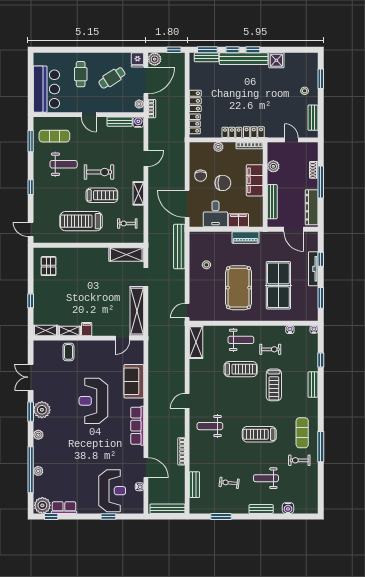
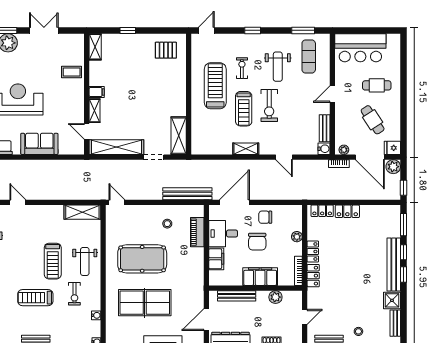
bench: (206, 57) -> (395, 323), moved
exercise bike: (127, 223) -> (242, 68), moved
piano: (246, 238) -> (197, 232), moved
shelving: (69, 331) -> (95, 111), moved

